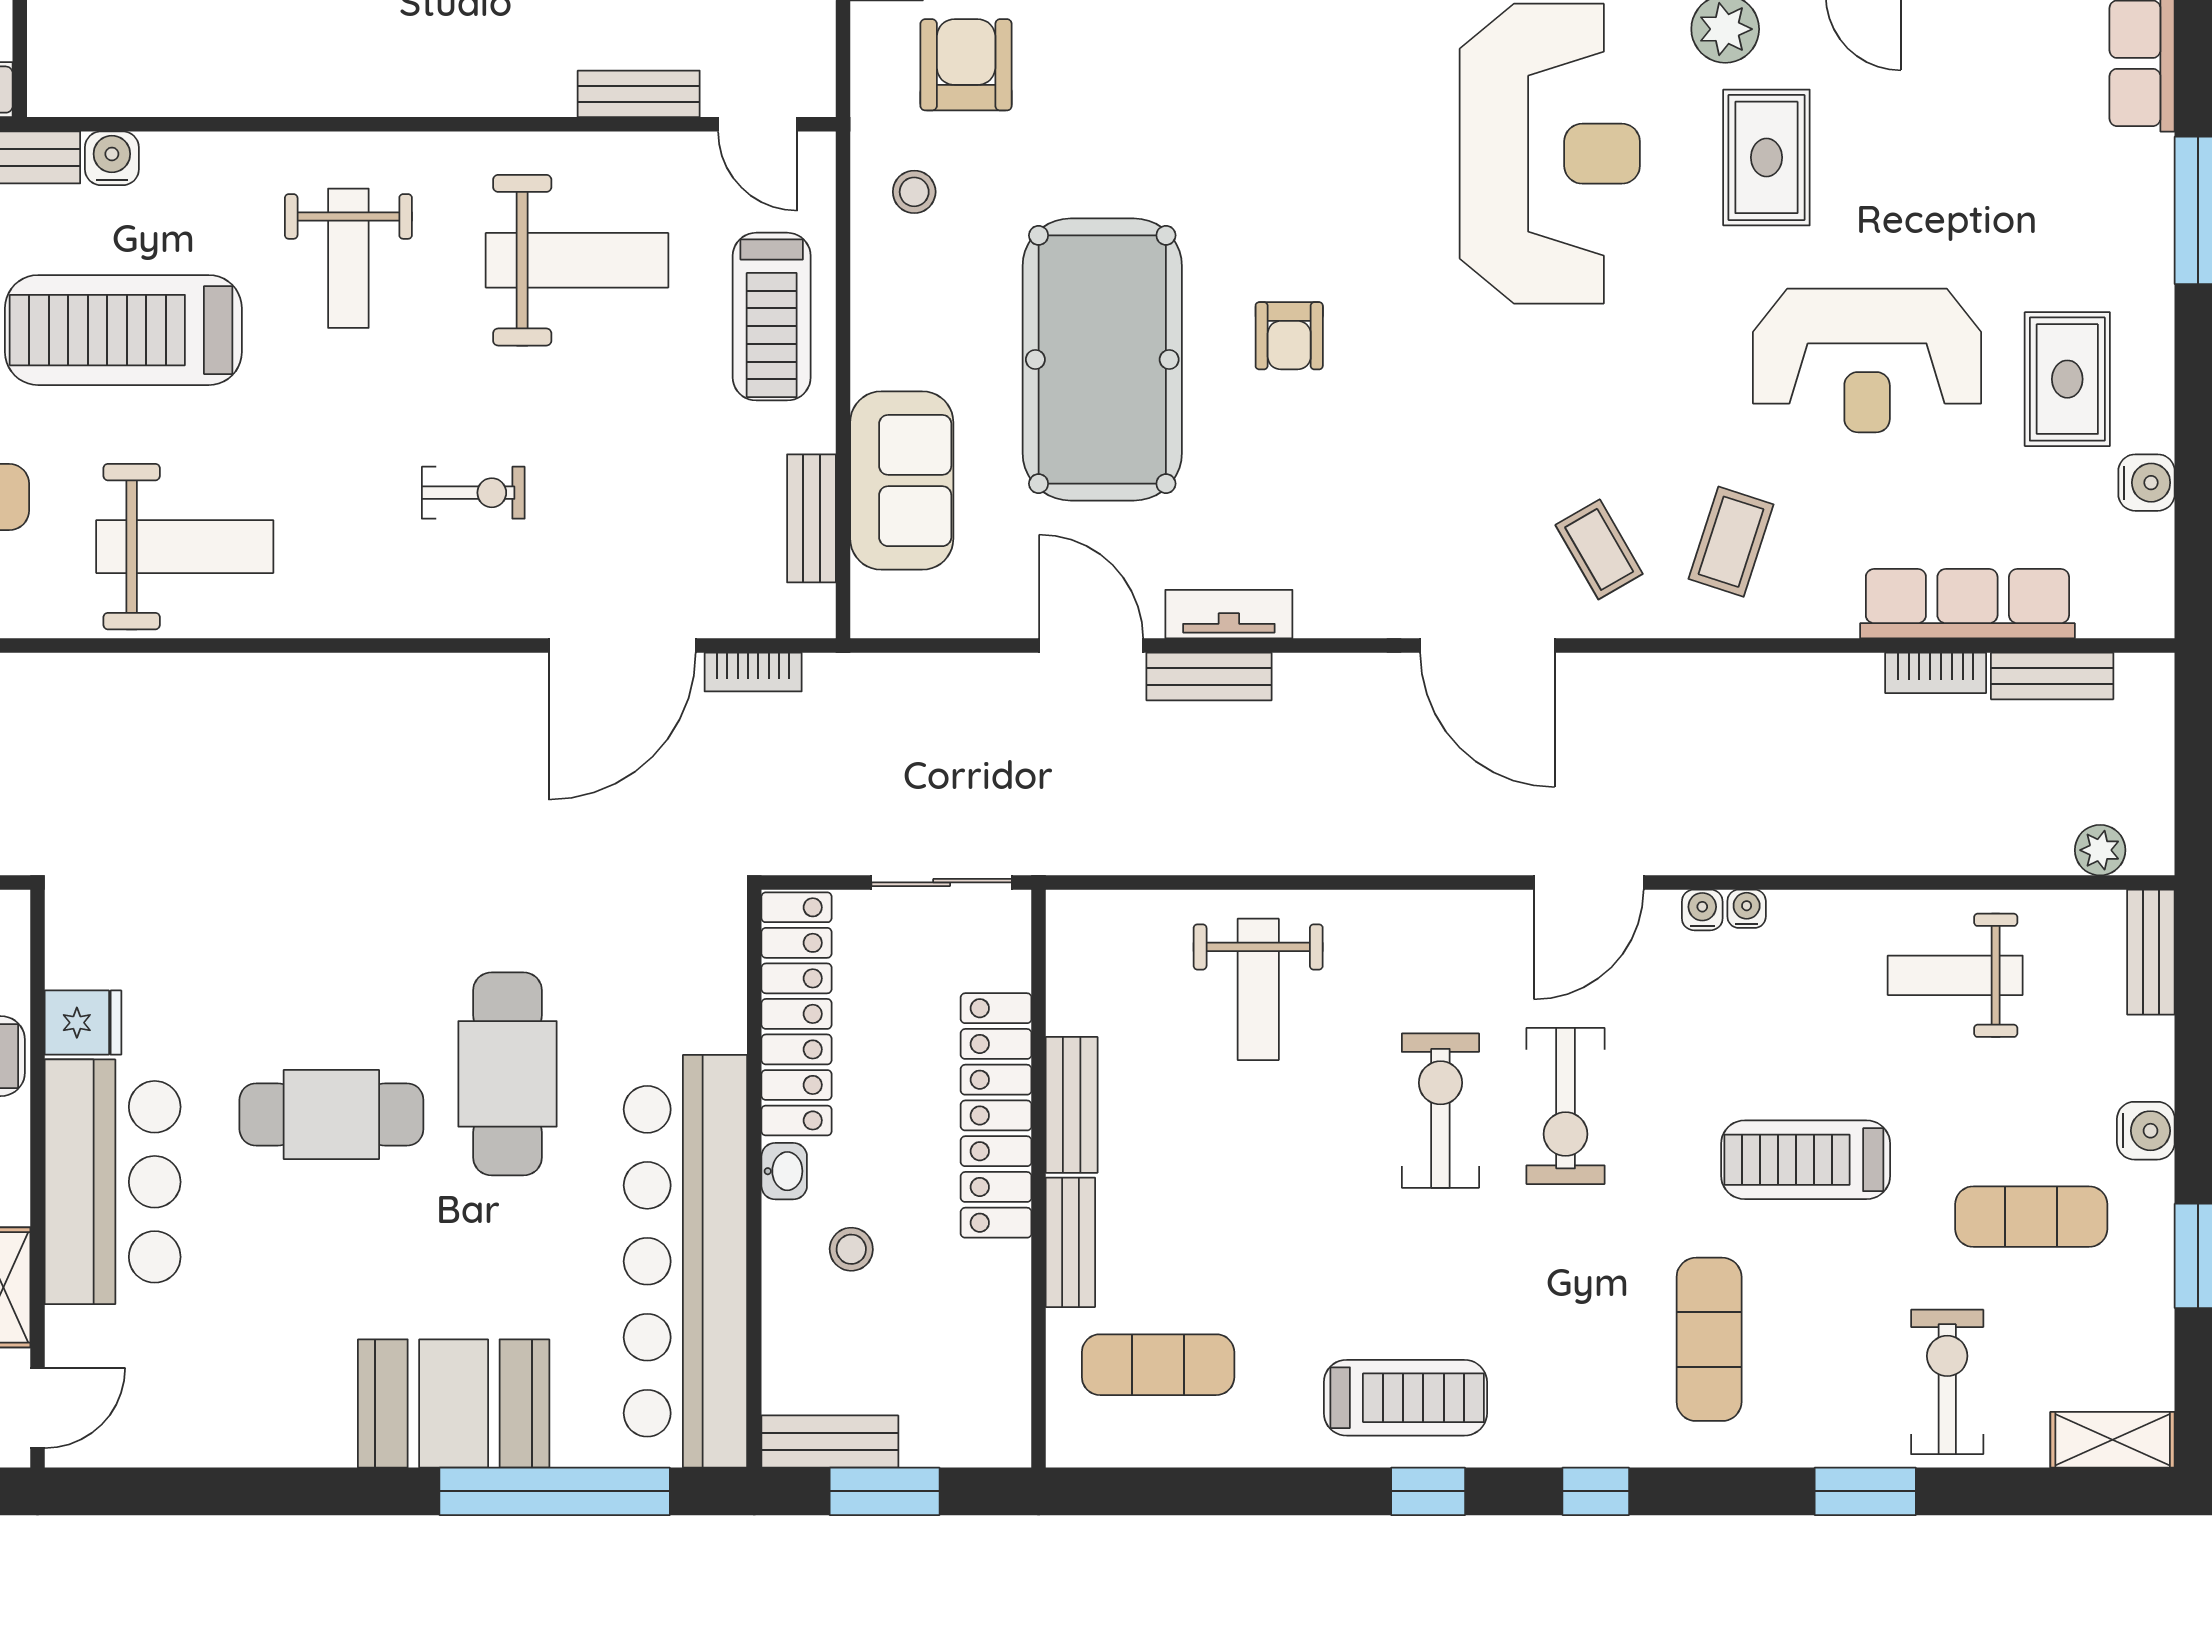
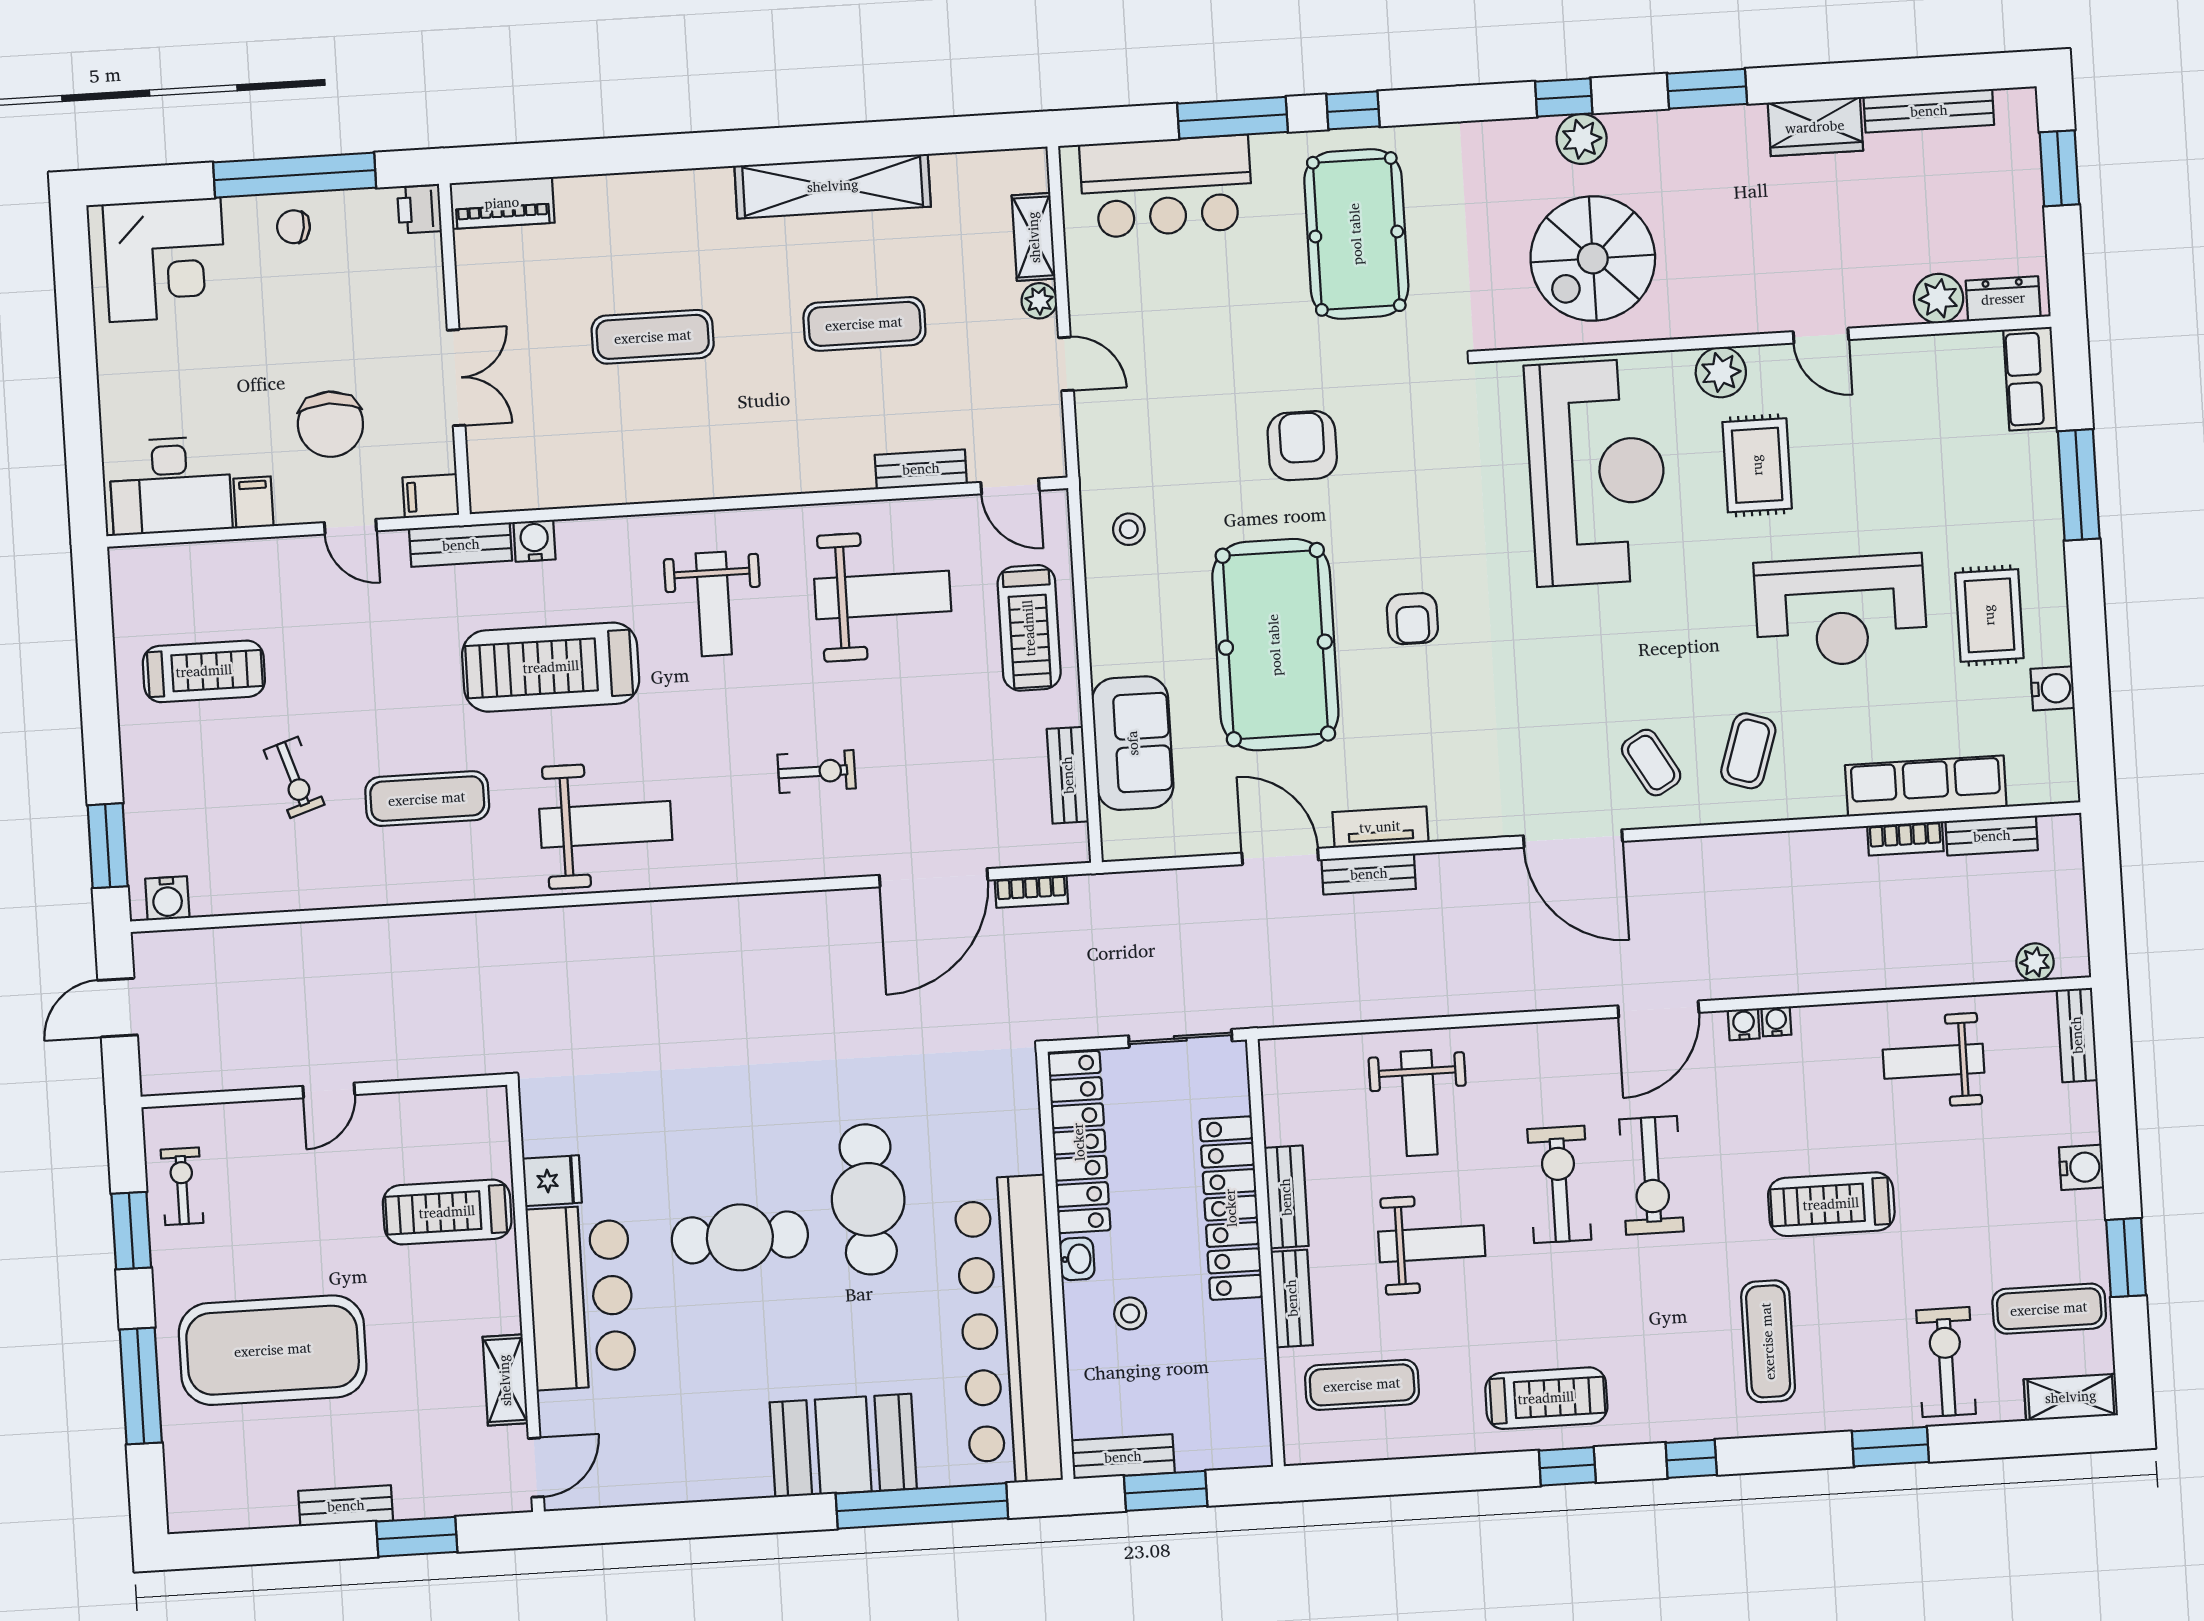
armchair: (966, 65) -> (1302, 446), moved
weight bench: (1264, 1180) -> (1432, 1244), added
exercise mat: (2031, 1217) -> (2049, 1309), moved

